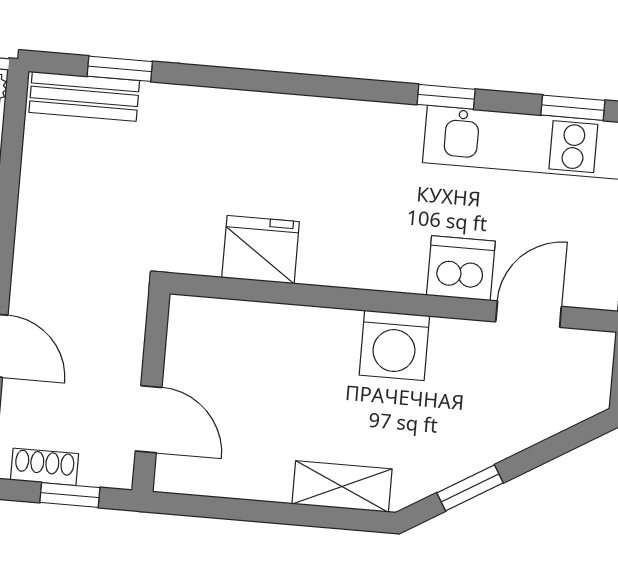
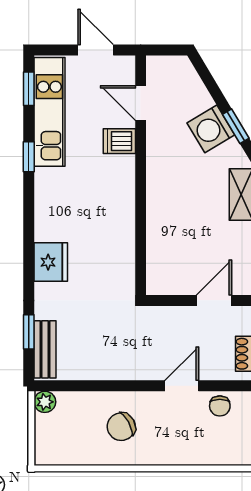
fridge: (261, 250) -> (51, 262), moved, turned 180
dishwasher: (461, 268) -> (119, 141), width x0.73
washing machine: (394, 345) -> (211, 129), moved, turned 149

